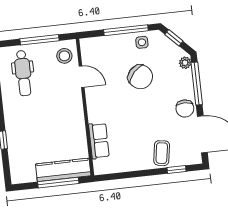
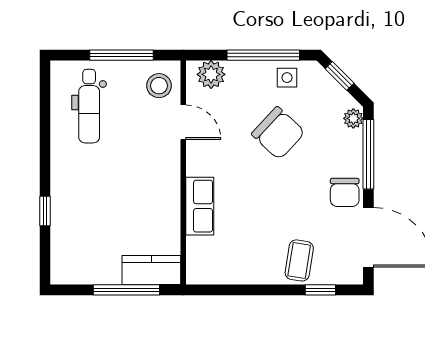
plant: (95, 46) -> (211, 74), added
row of seats: (99, 141) -> (200, 206), moved
kitchen counter: (63, 170) -> (151, 270), width x0.67

